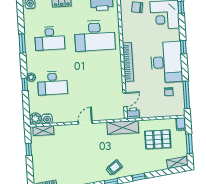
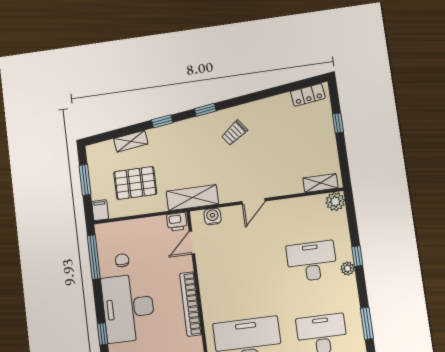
water cooler: (47, 119) -> (213, 216), moved
window: (29, 149) -> (338, 123), moved
shelving: (177, 163) -> (131, 141), moved
trolley: (114, 168) -> (234, 133), moved

